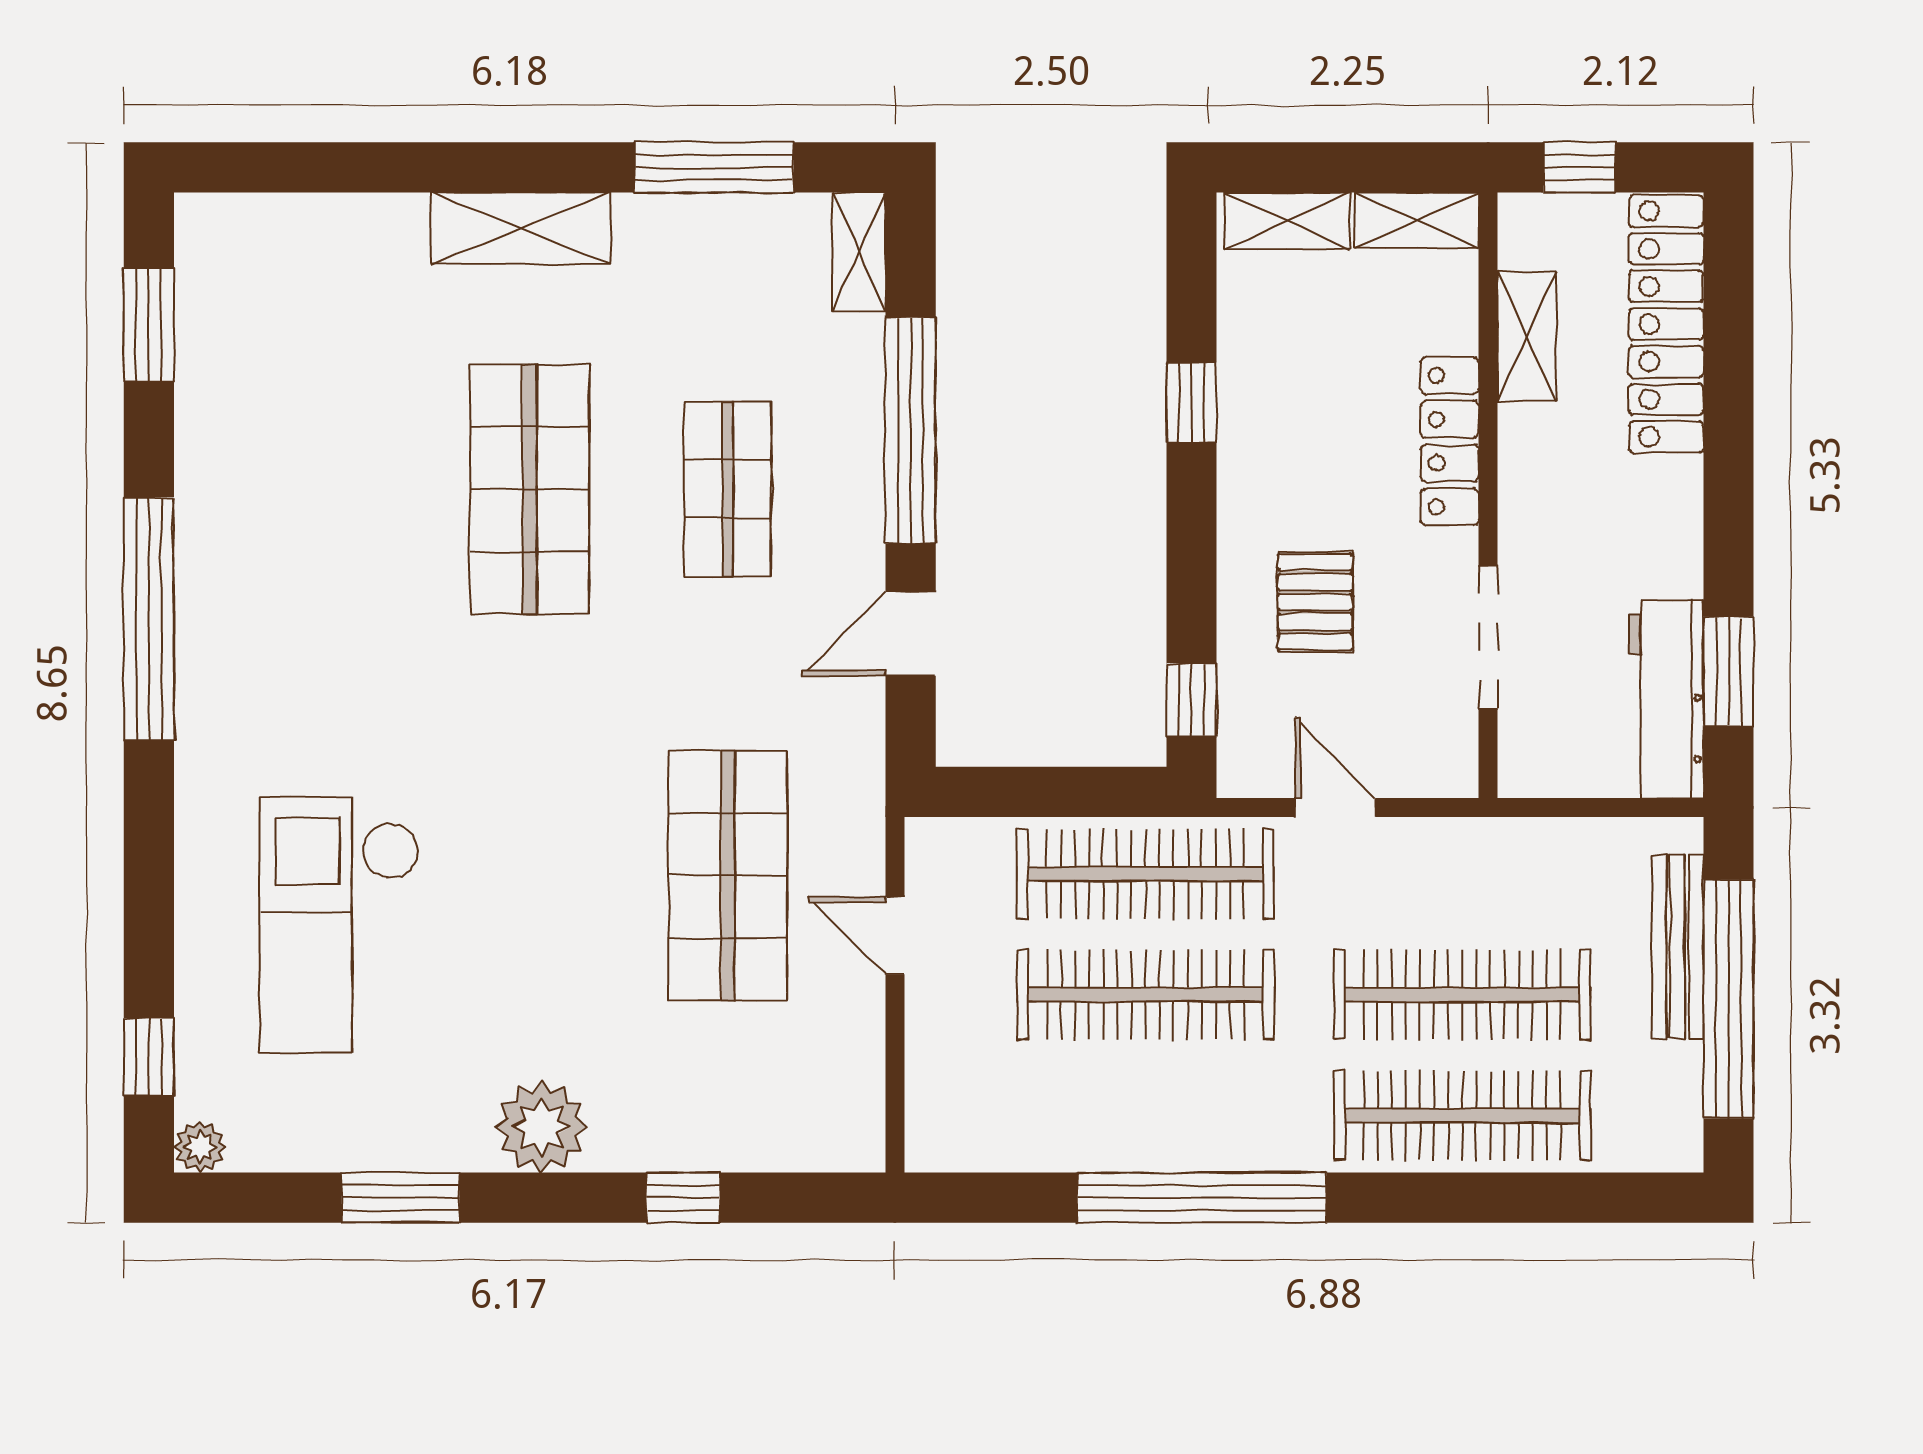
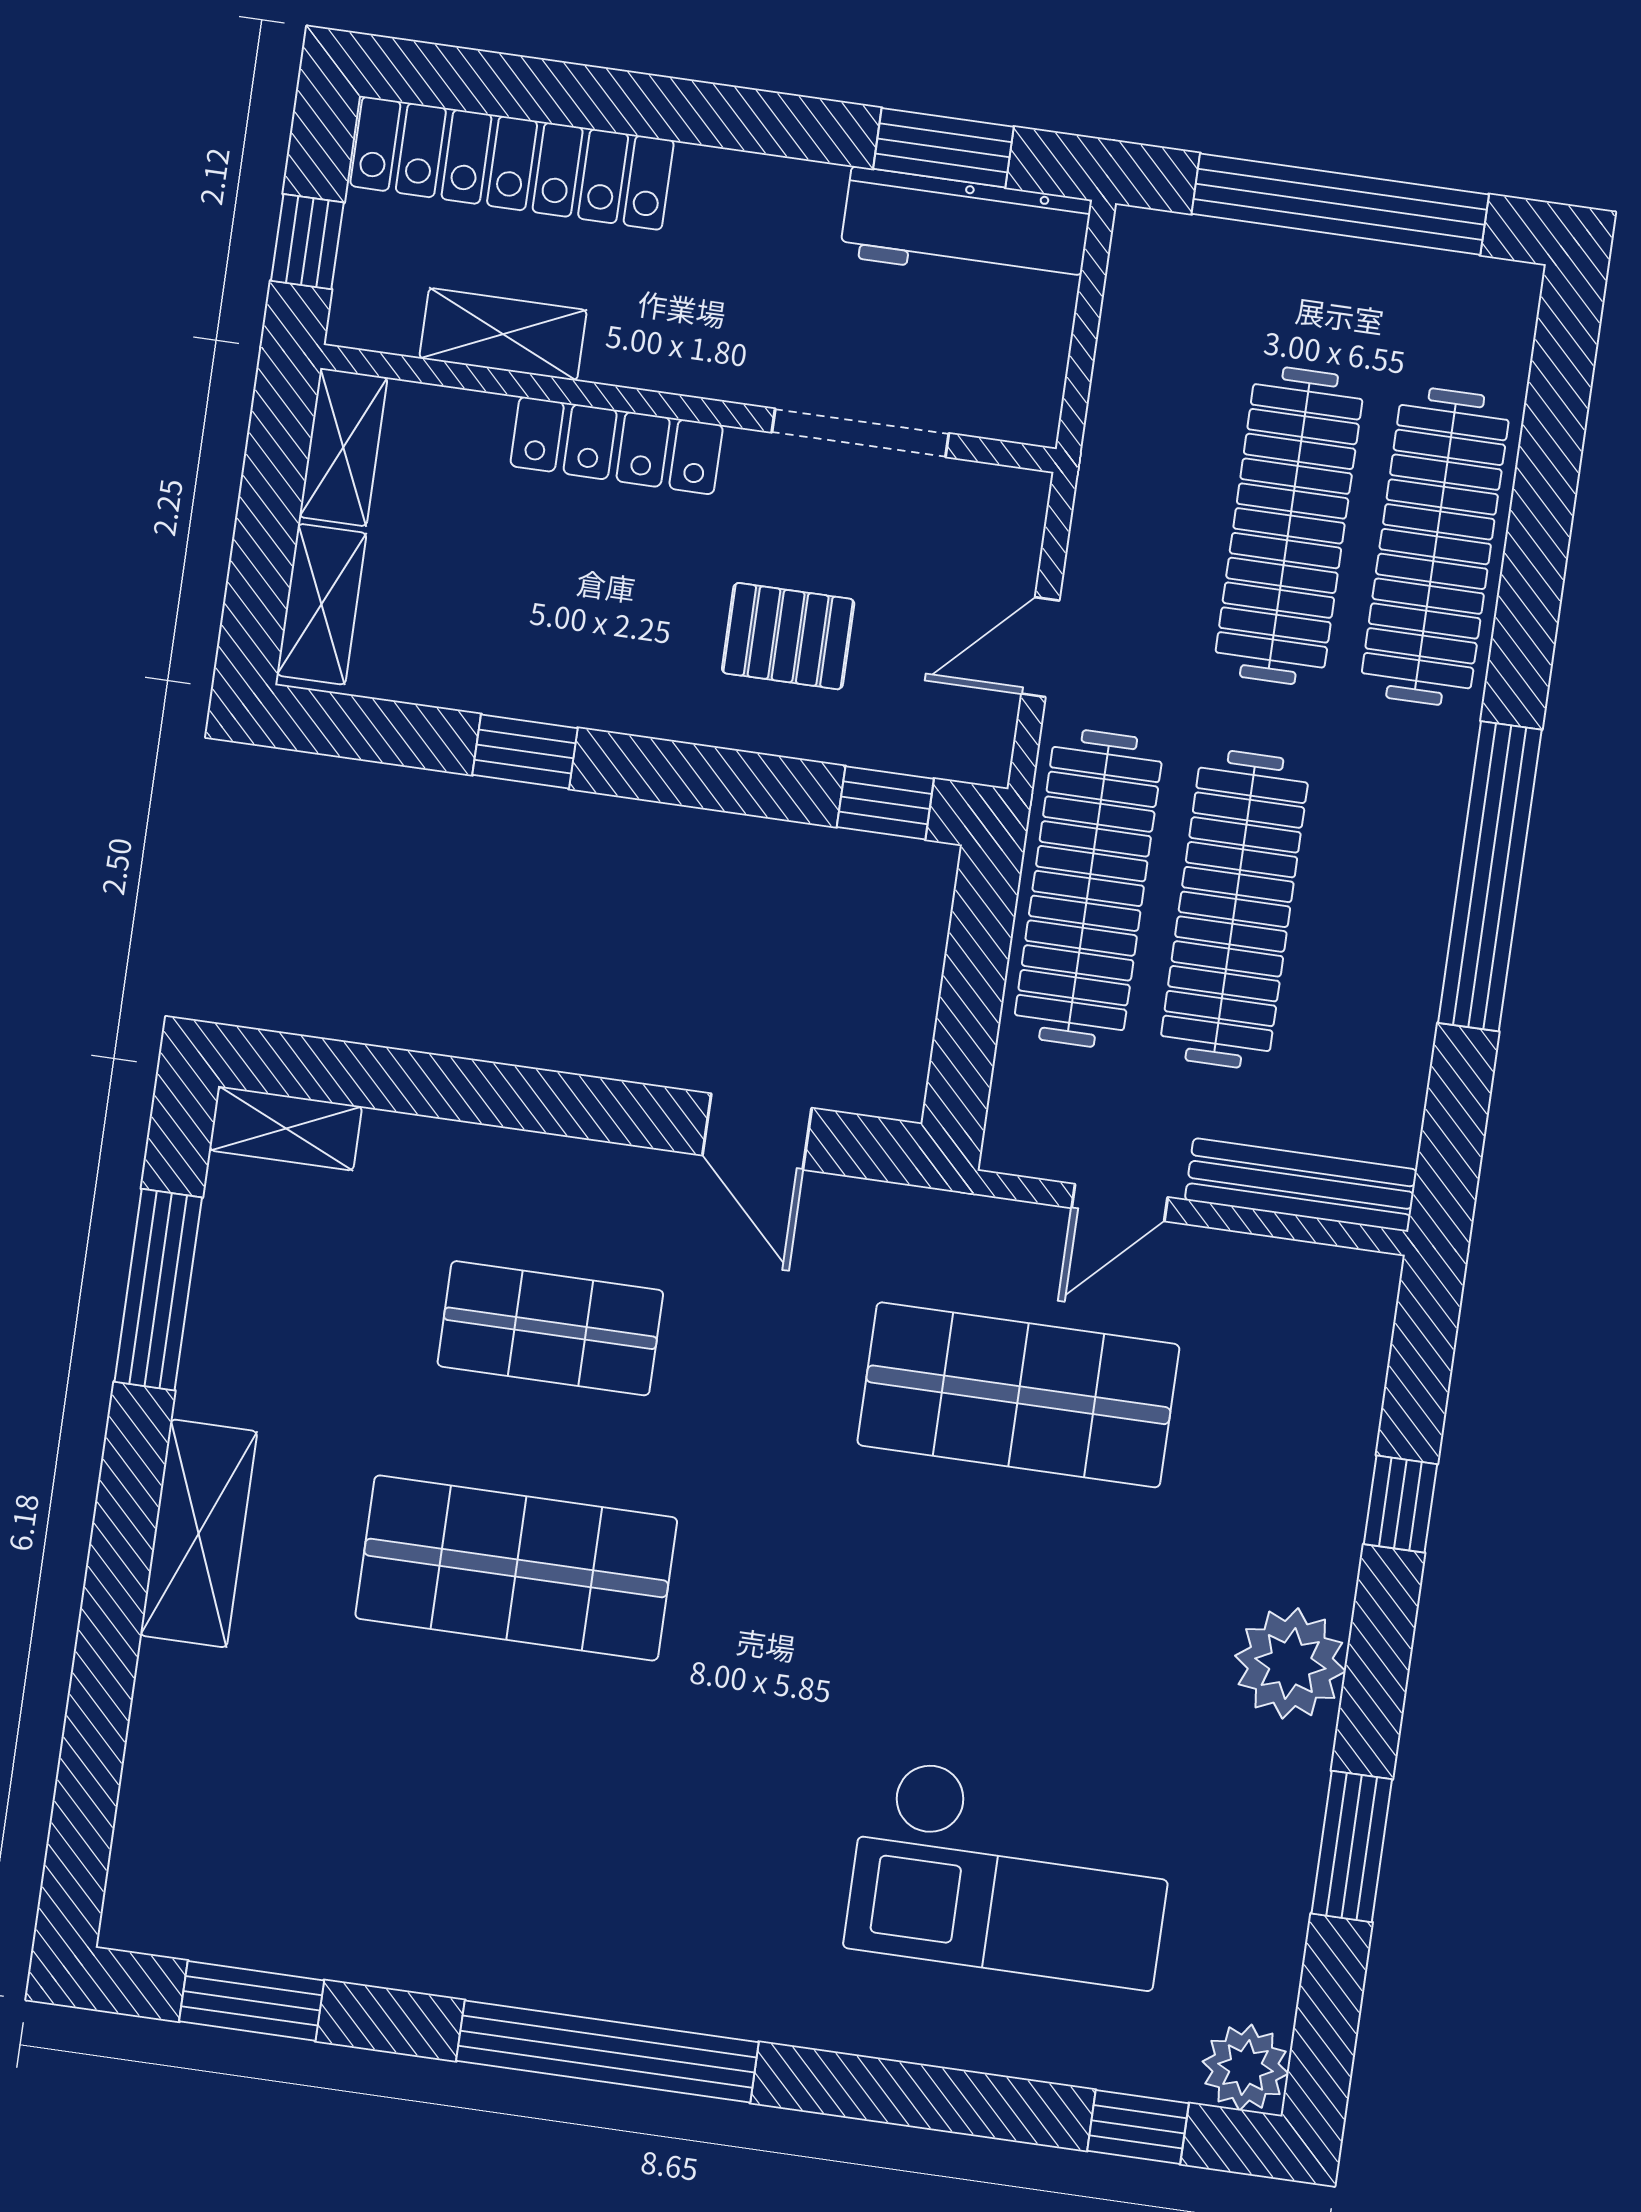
window: (911, 430) -> (511, 1097), removed
bench: (1678, 947) -> (1301, 1185), moved
plant: (200, 1147) -> (1245, 2068), width x1.38, depth x1.38

